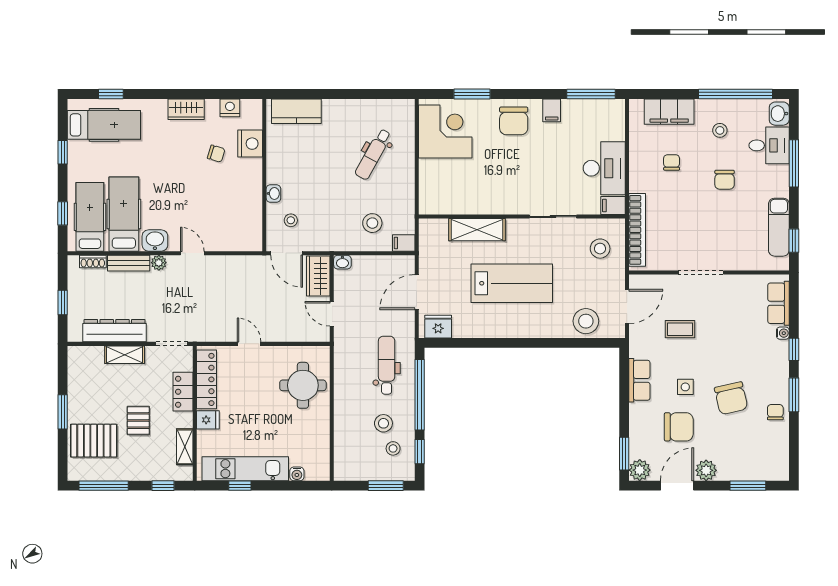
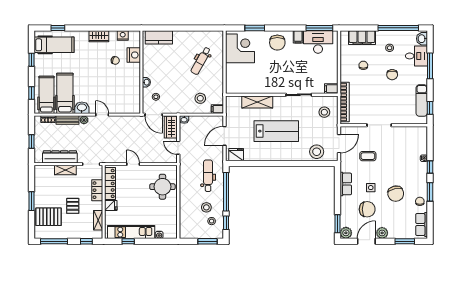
desk: (604, 168) -> (318, 42), moved, turned -90
row of seats: (778, 303) -> (422, 224), moved

